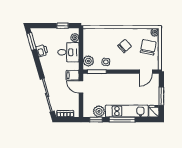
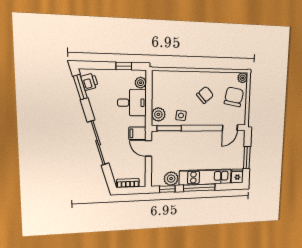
printer: (42, 51) -> (90, 82), moved
sliding door: (47, 95) -> (98, 143), moved

